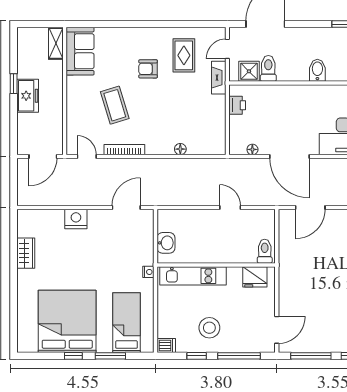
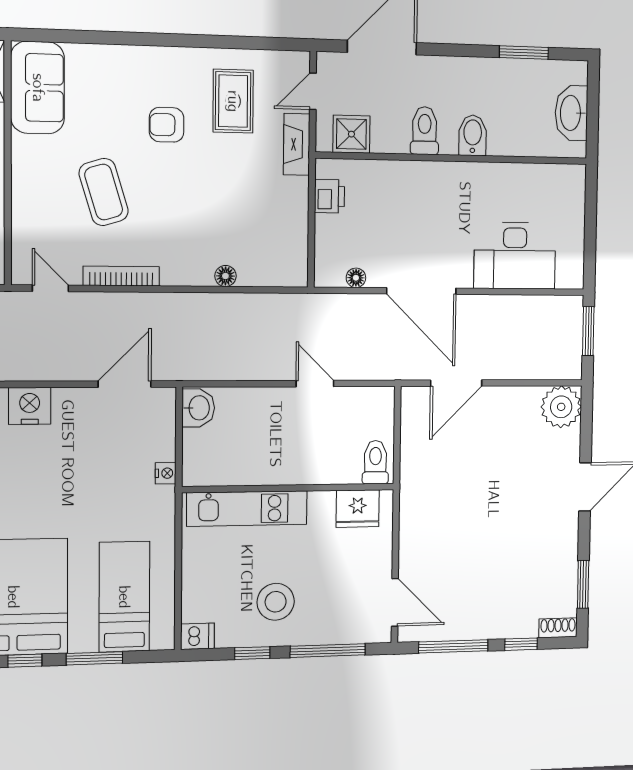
toilet: (268, 68) -> (425, 131), moved
washbasin: (166, 243) -> (198, 408), moved
nightstand: (148, 272) -> (166, 473), moved
door: (277, 330) -> (395, 602), hinge flipped

